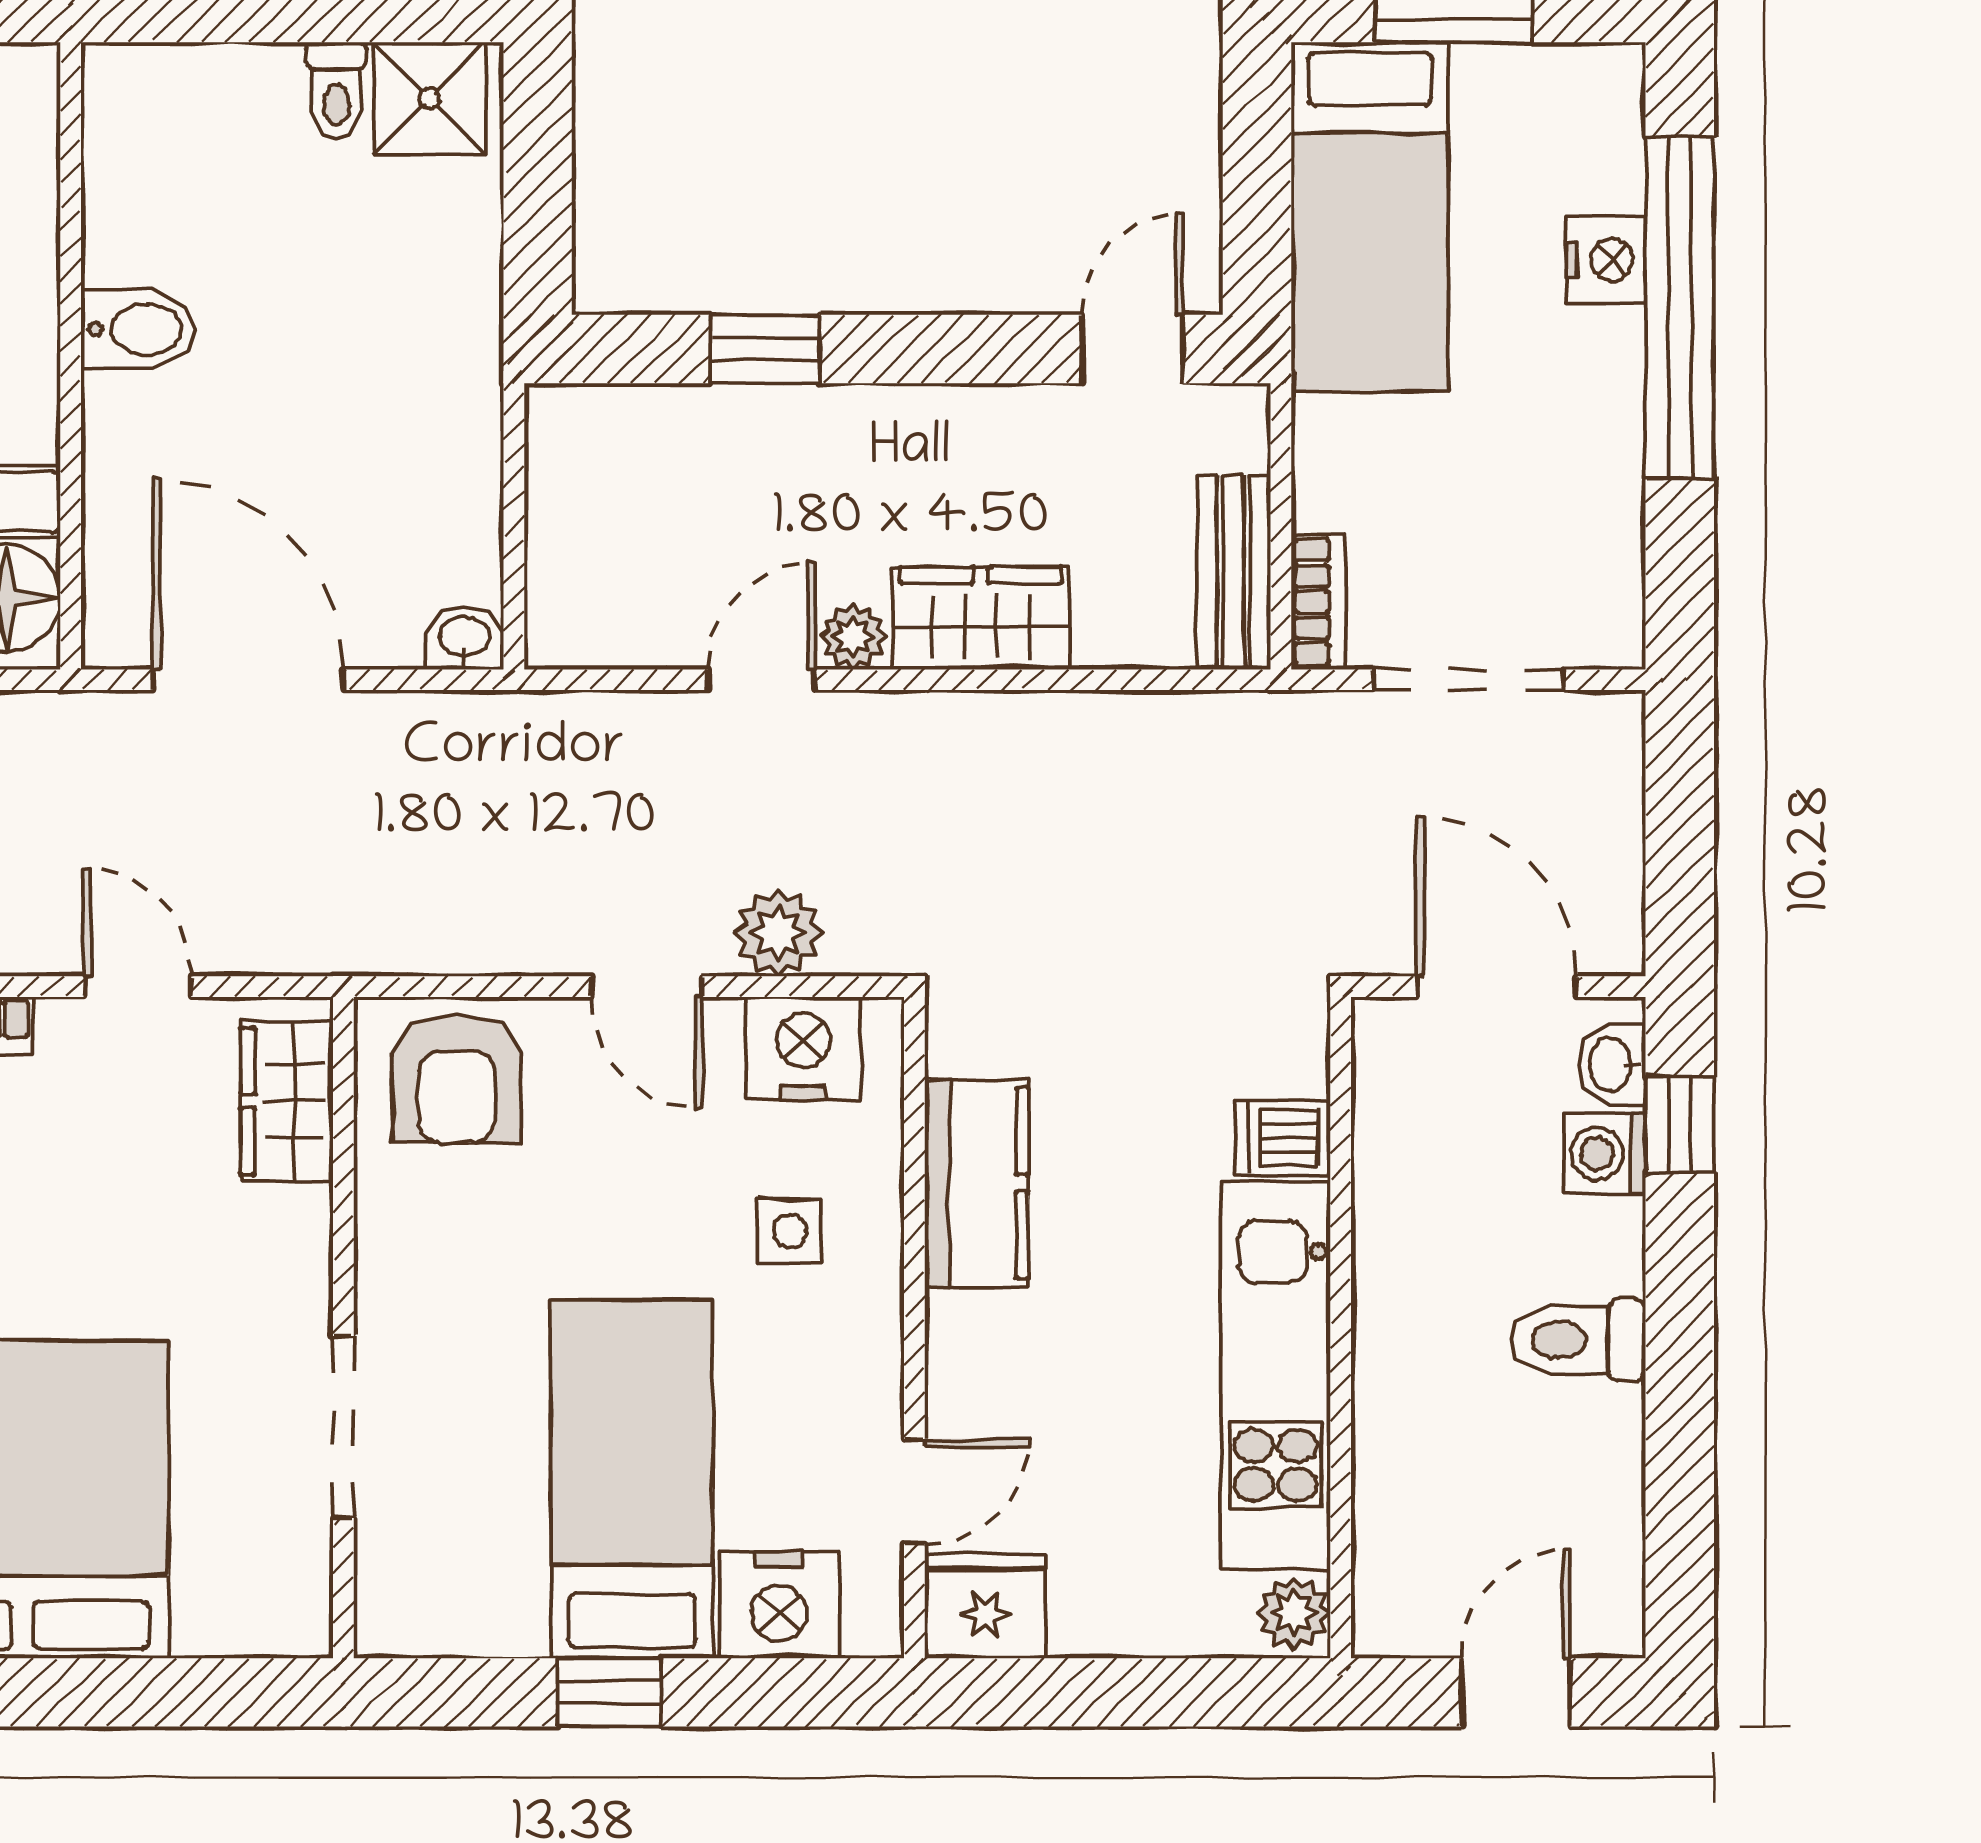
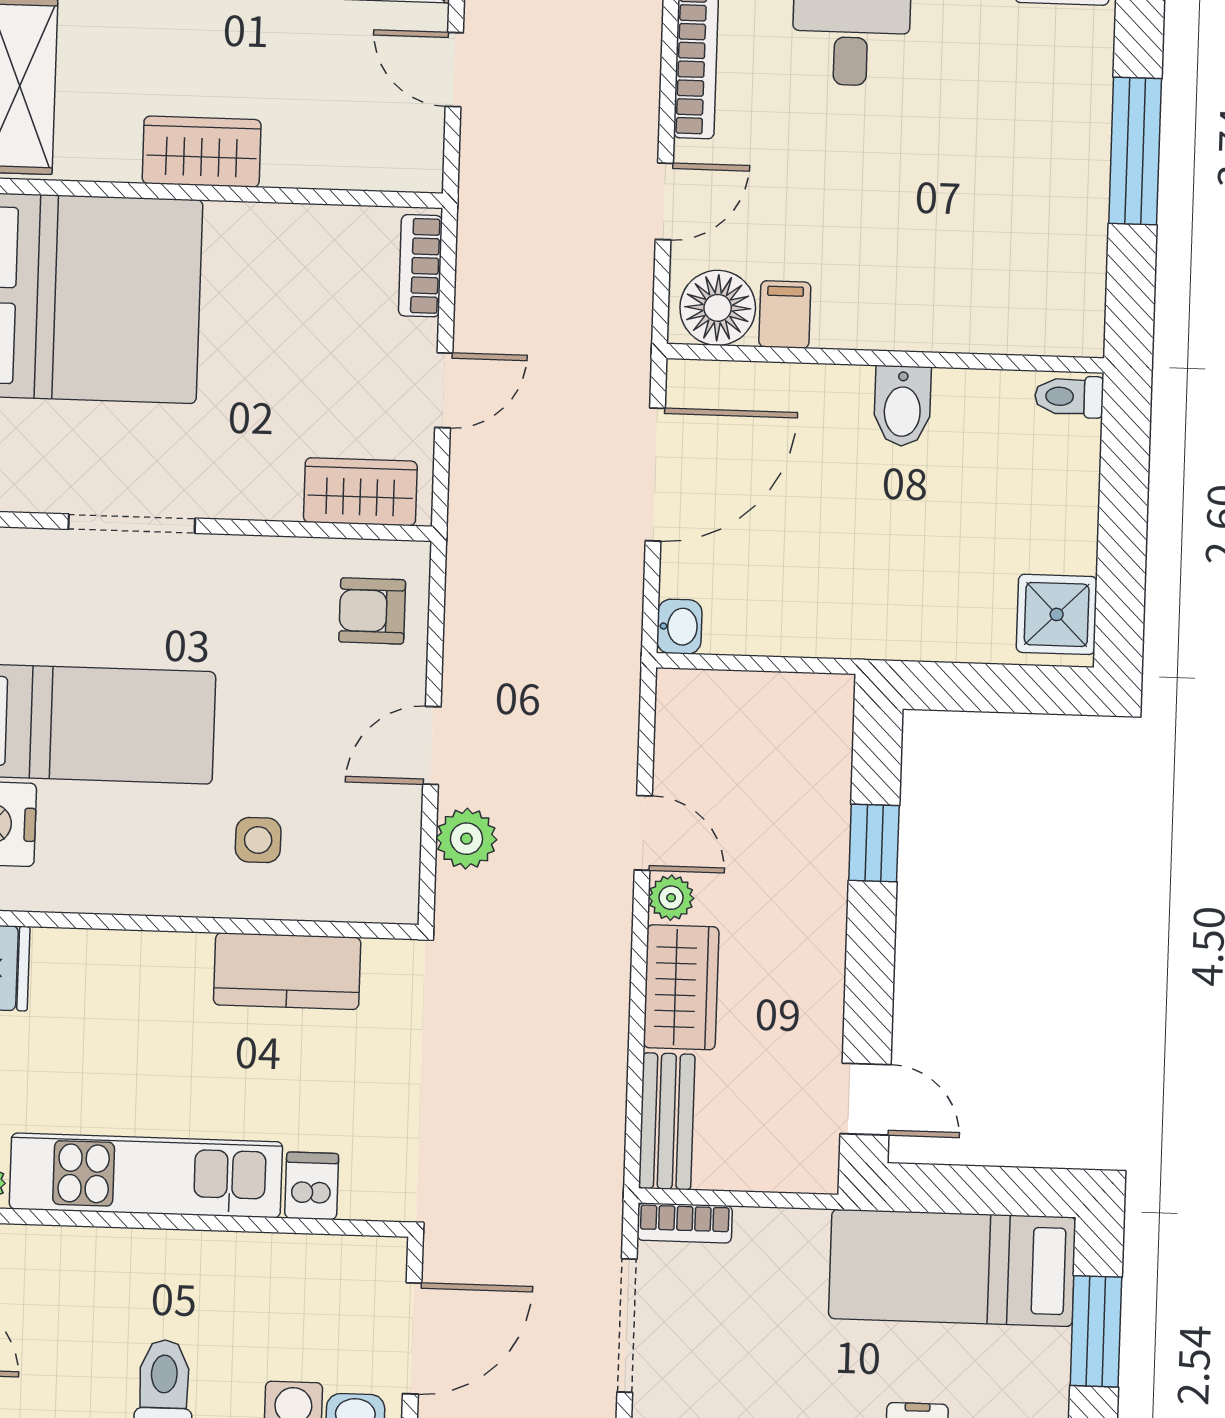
toilet: (336, 91) -> (1069, 397), moved
bench: (1234, 572) -> (667, 1121), moved, turned 90
nightstand: (803, 1049) -> (385, 853), removed
armchair: (457, 1079) -> (372, 611), width x0.72, depth x0.72
door: (914, 1492) -> (73, 921), removed

